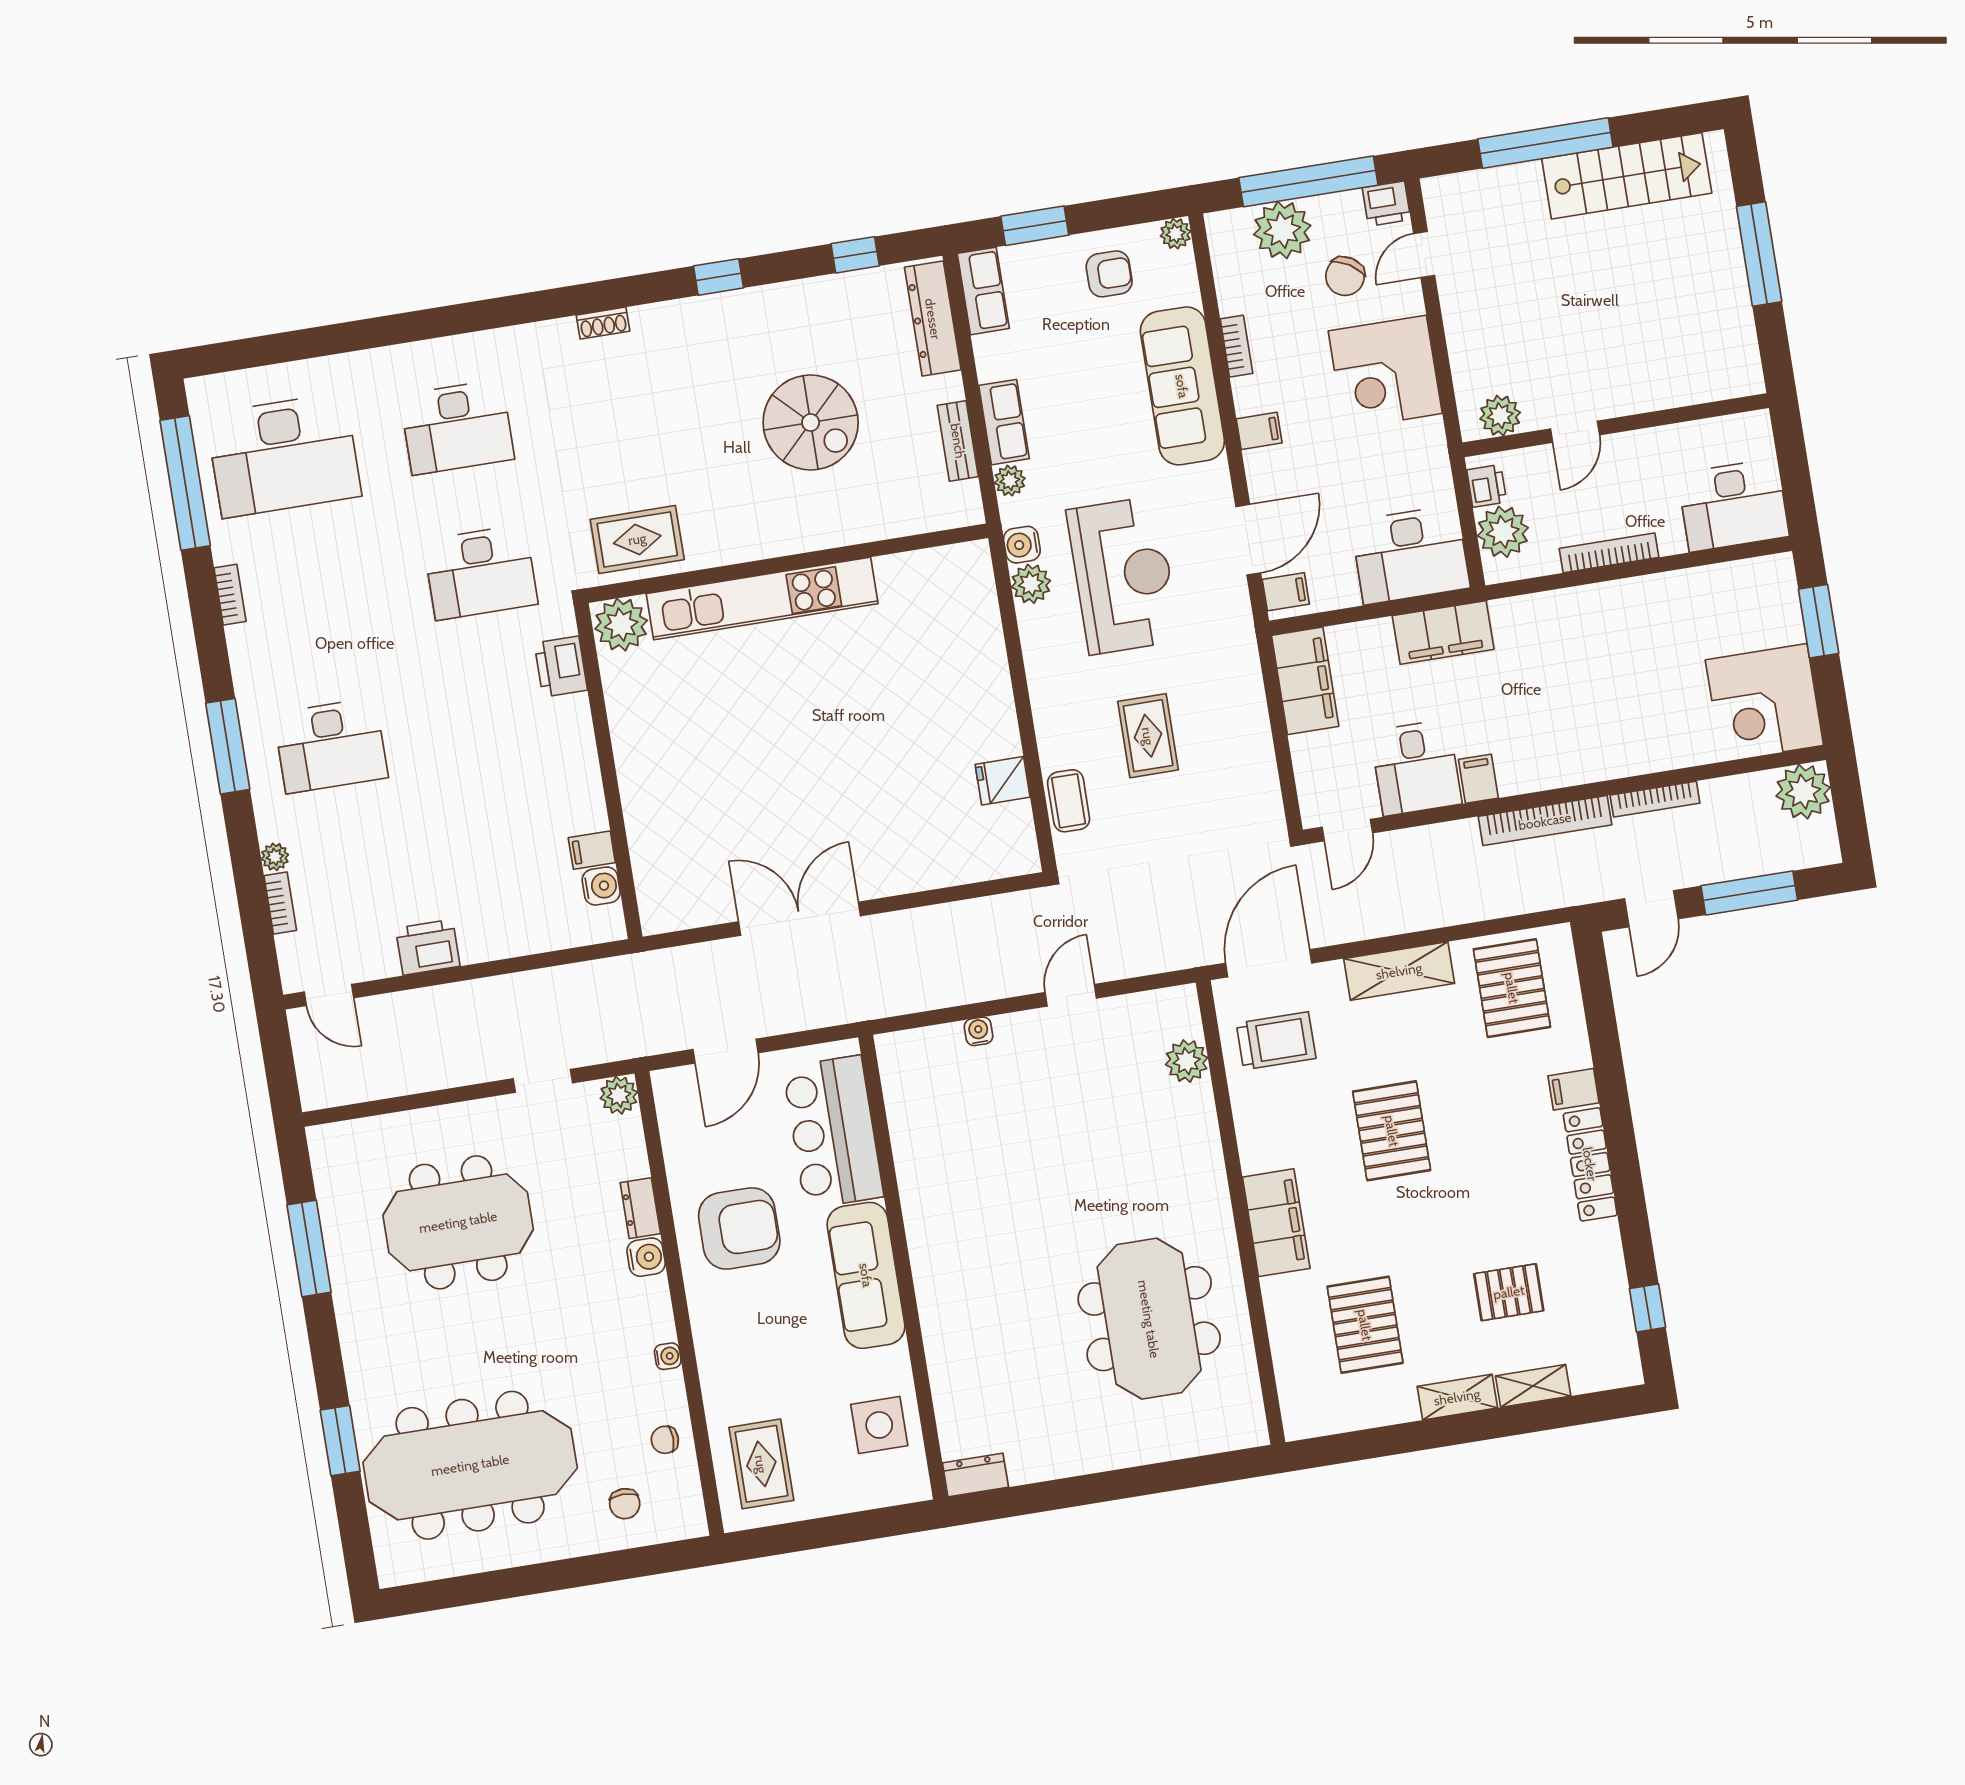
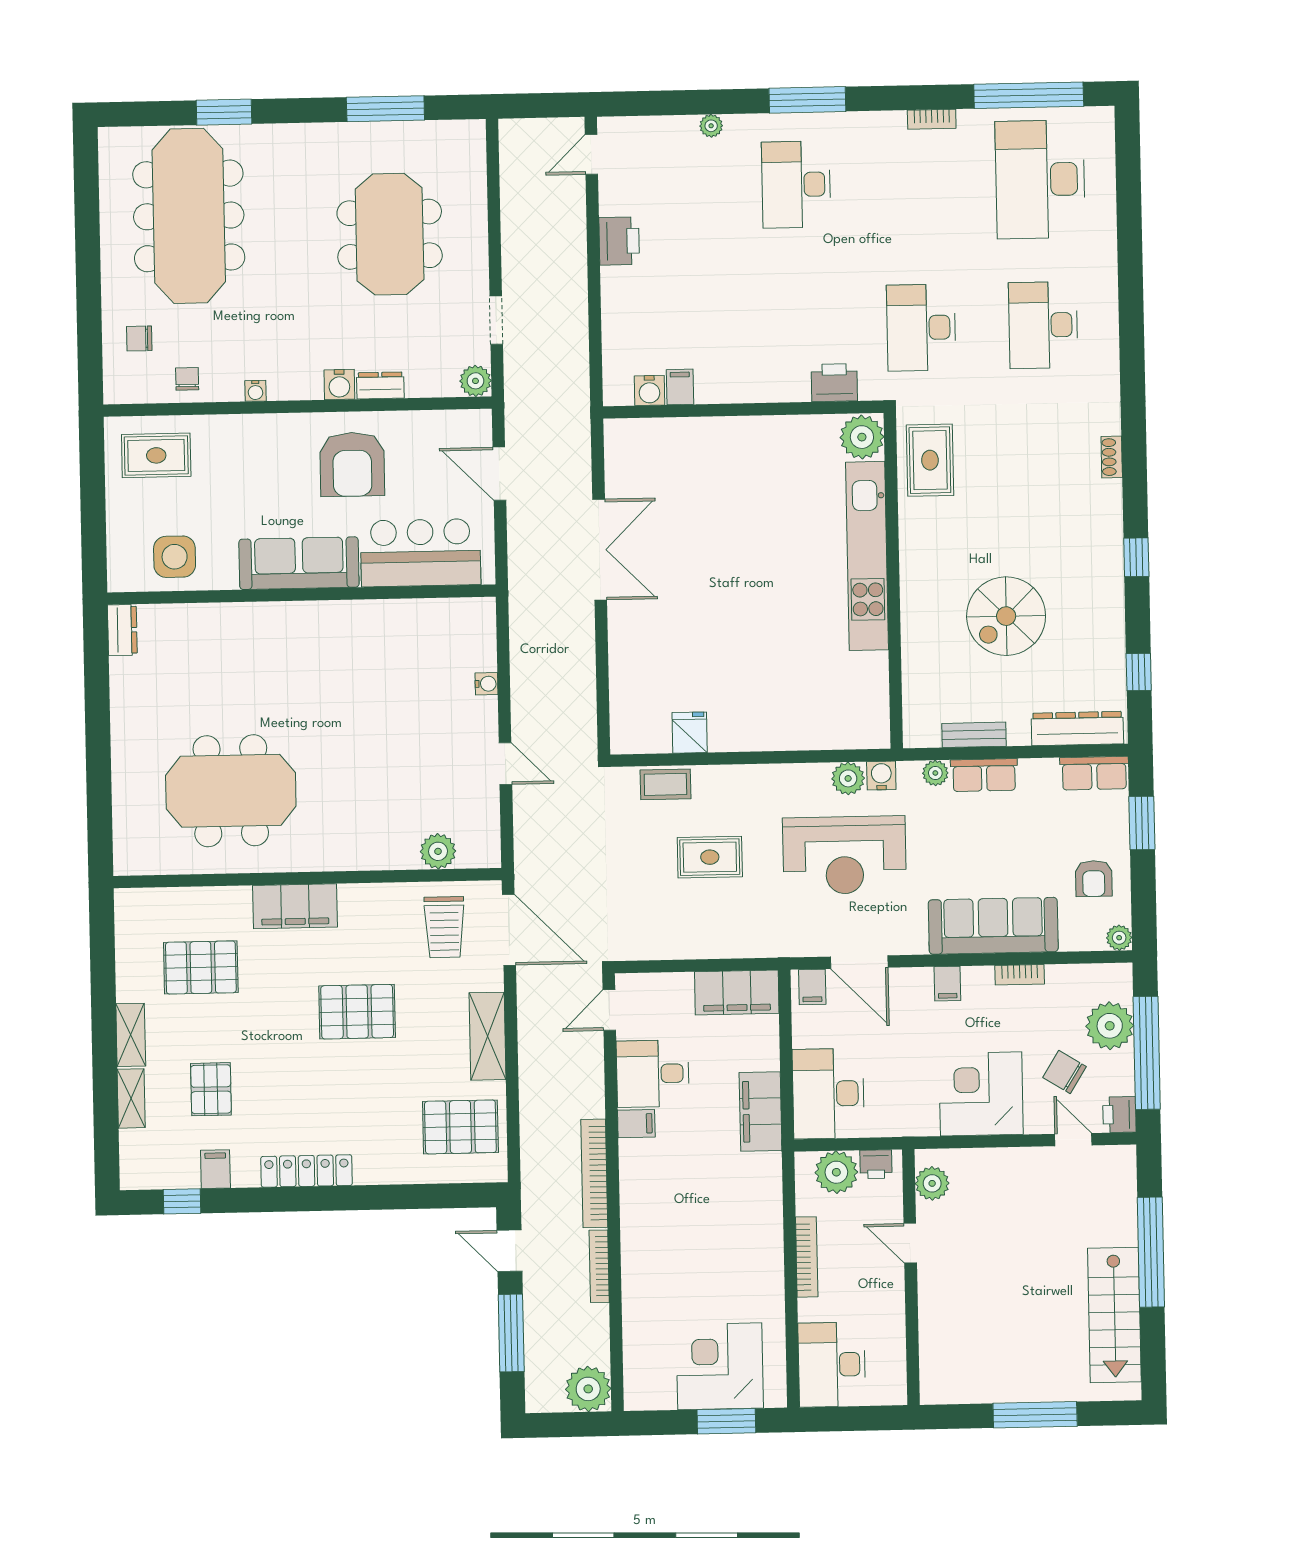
corner desk: (1764, 703) -> (720, 1366), moved
door: (1347, 830) -> (609, 1010), hinge flipped
bookcase: (280, 903) -> (673, 125), removed
filing cabinet: (1573, 1089) -> (215, 1169), moved

